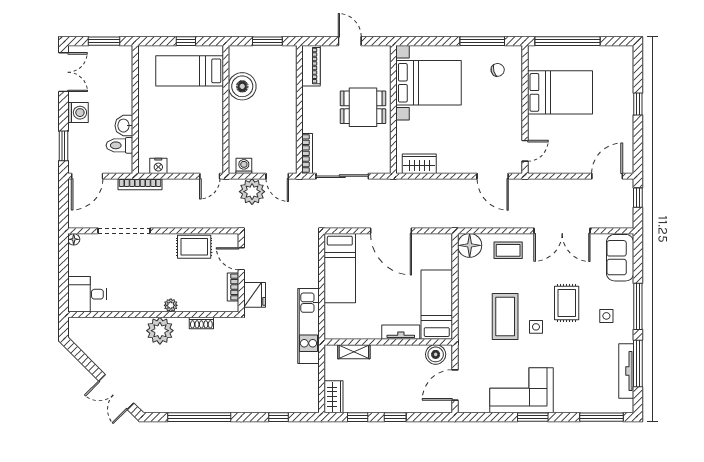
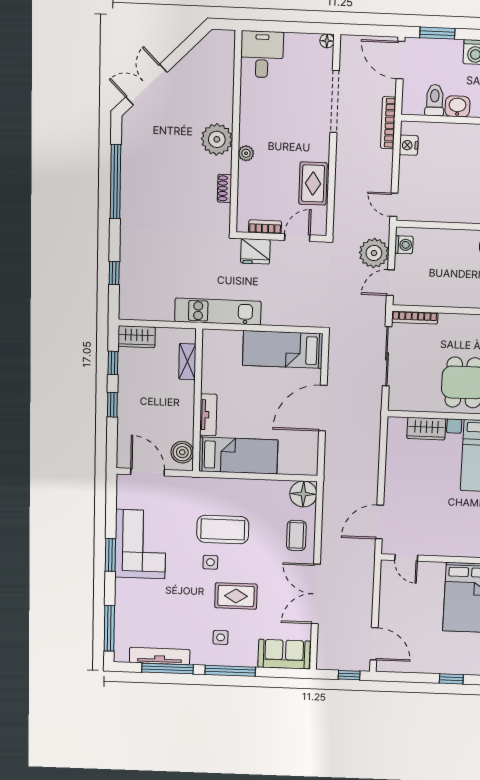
wardrobe: (419, 164) -> (426, 429), moved, turned 90

